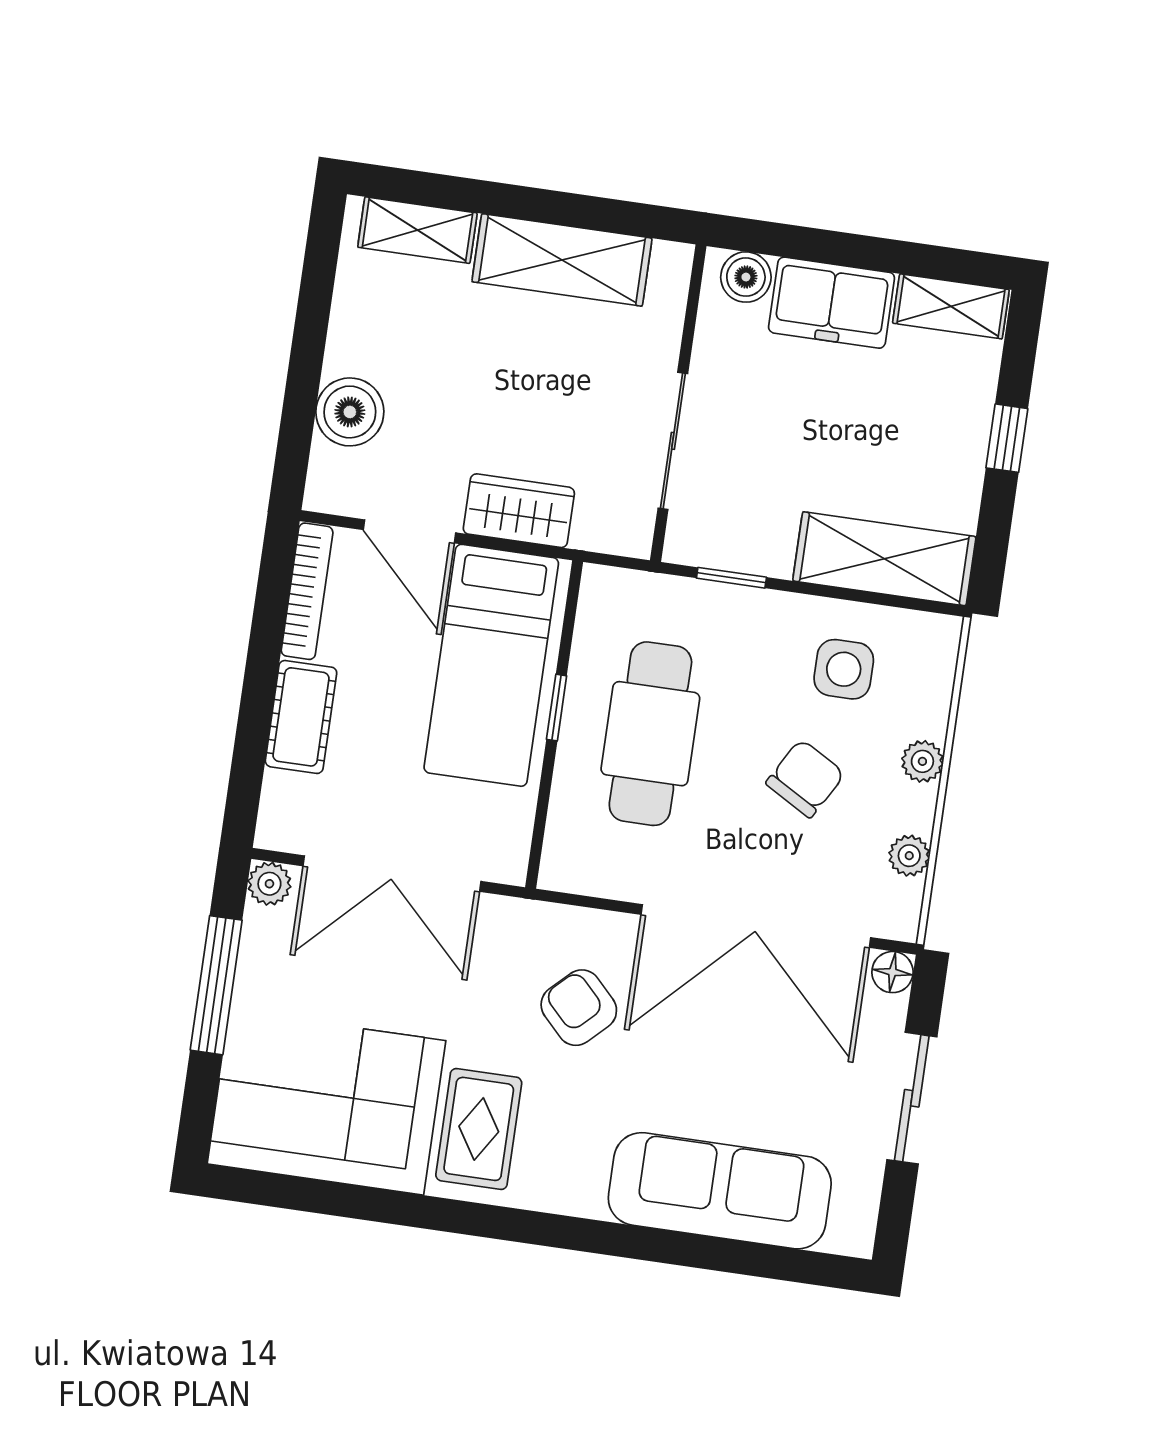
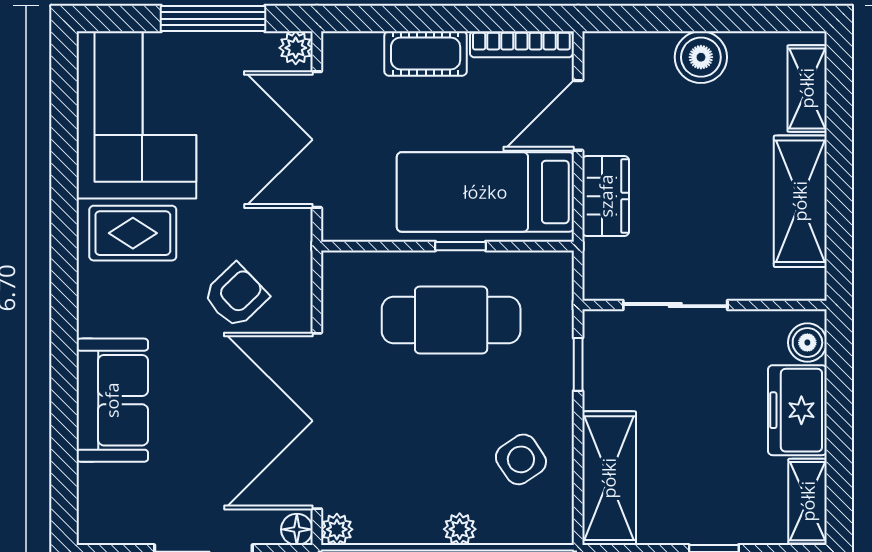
boiler: (350, 412) -> (701, 57), moved
side table: (844, 669) -> (521, 459), turned -34
chair: (805, 778) -> (434, 442), removed
plant: (909, 856) -> (337, 529), moved
sofa: (720, 1191) -> (112, 400), width x0.73

